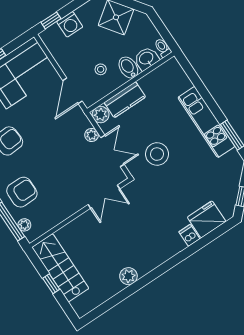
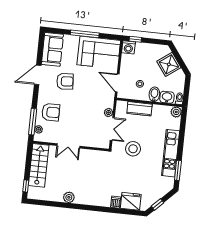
washing machine: (70, 24) -> (128, 47), moved
door: (73, 91) -> (117, 83), hinge flipped
plant: (101, 115) -> (176, 112), moved
double door: (104, 197) -> (68, 146), moved
window: (51, 284) -> (26, 186), moved

